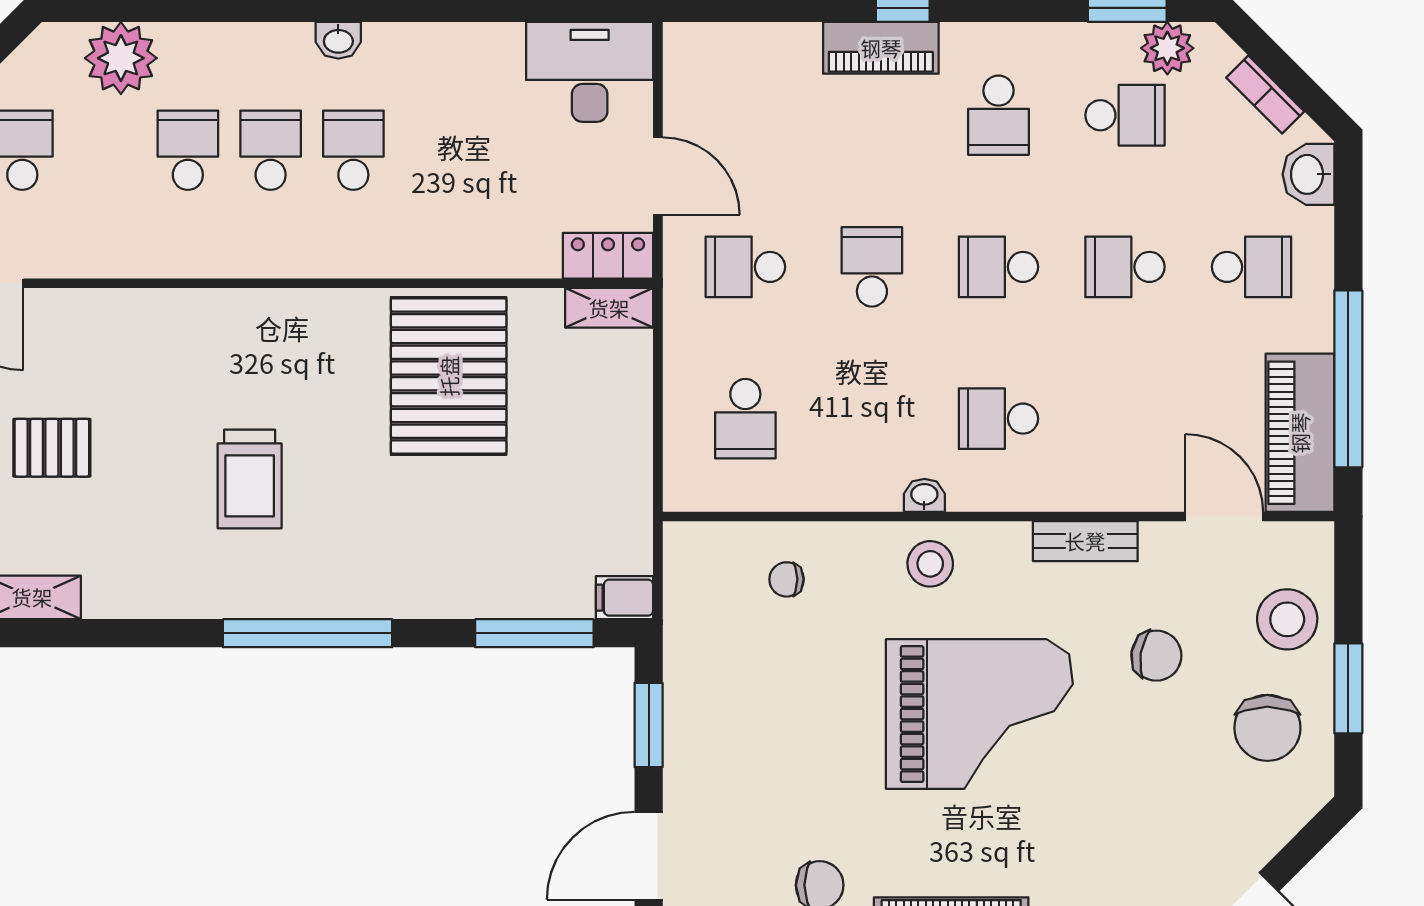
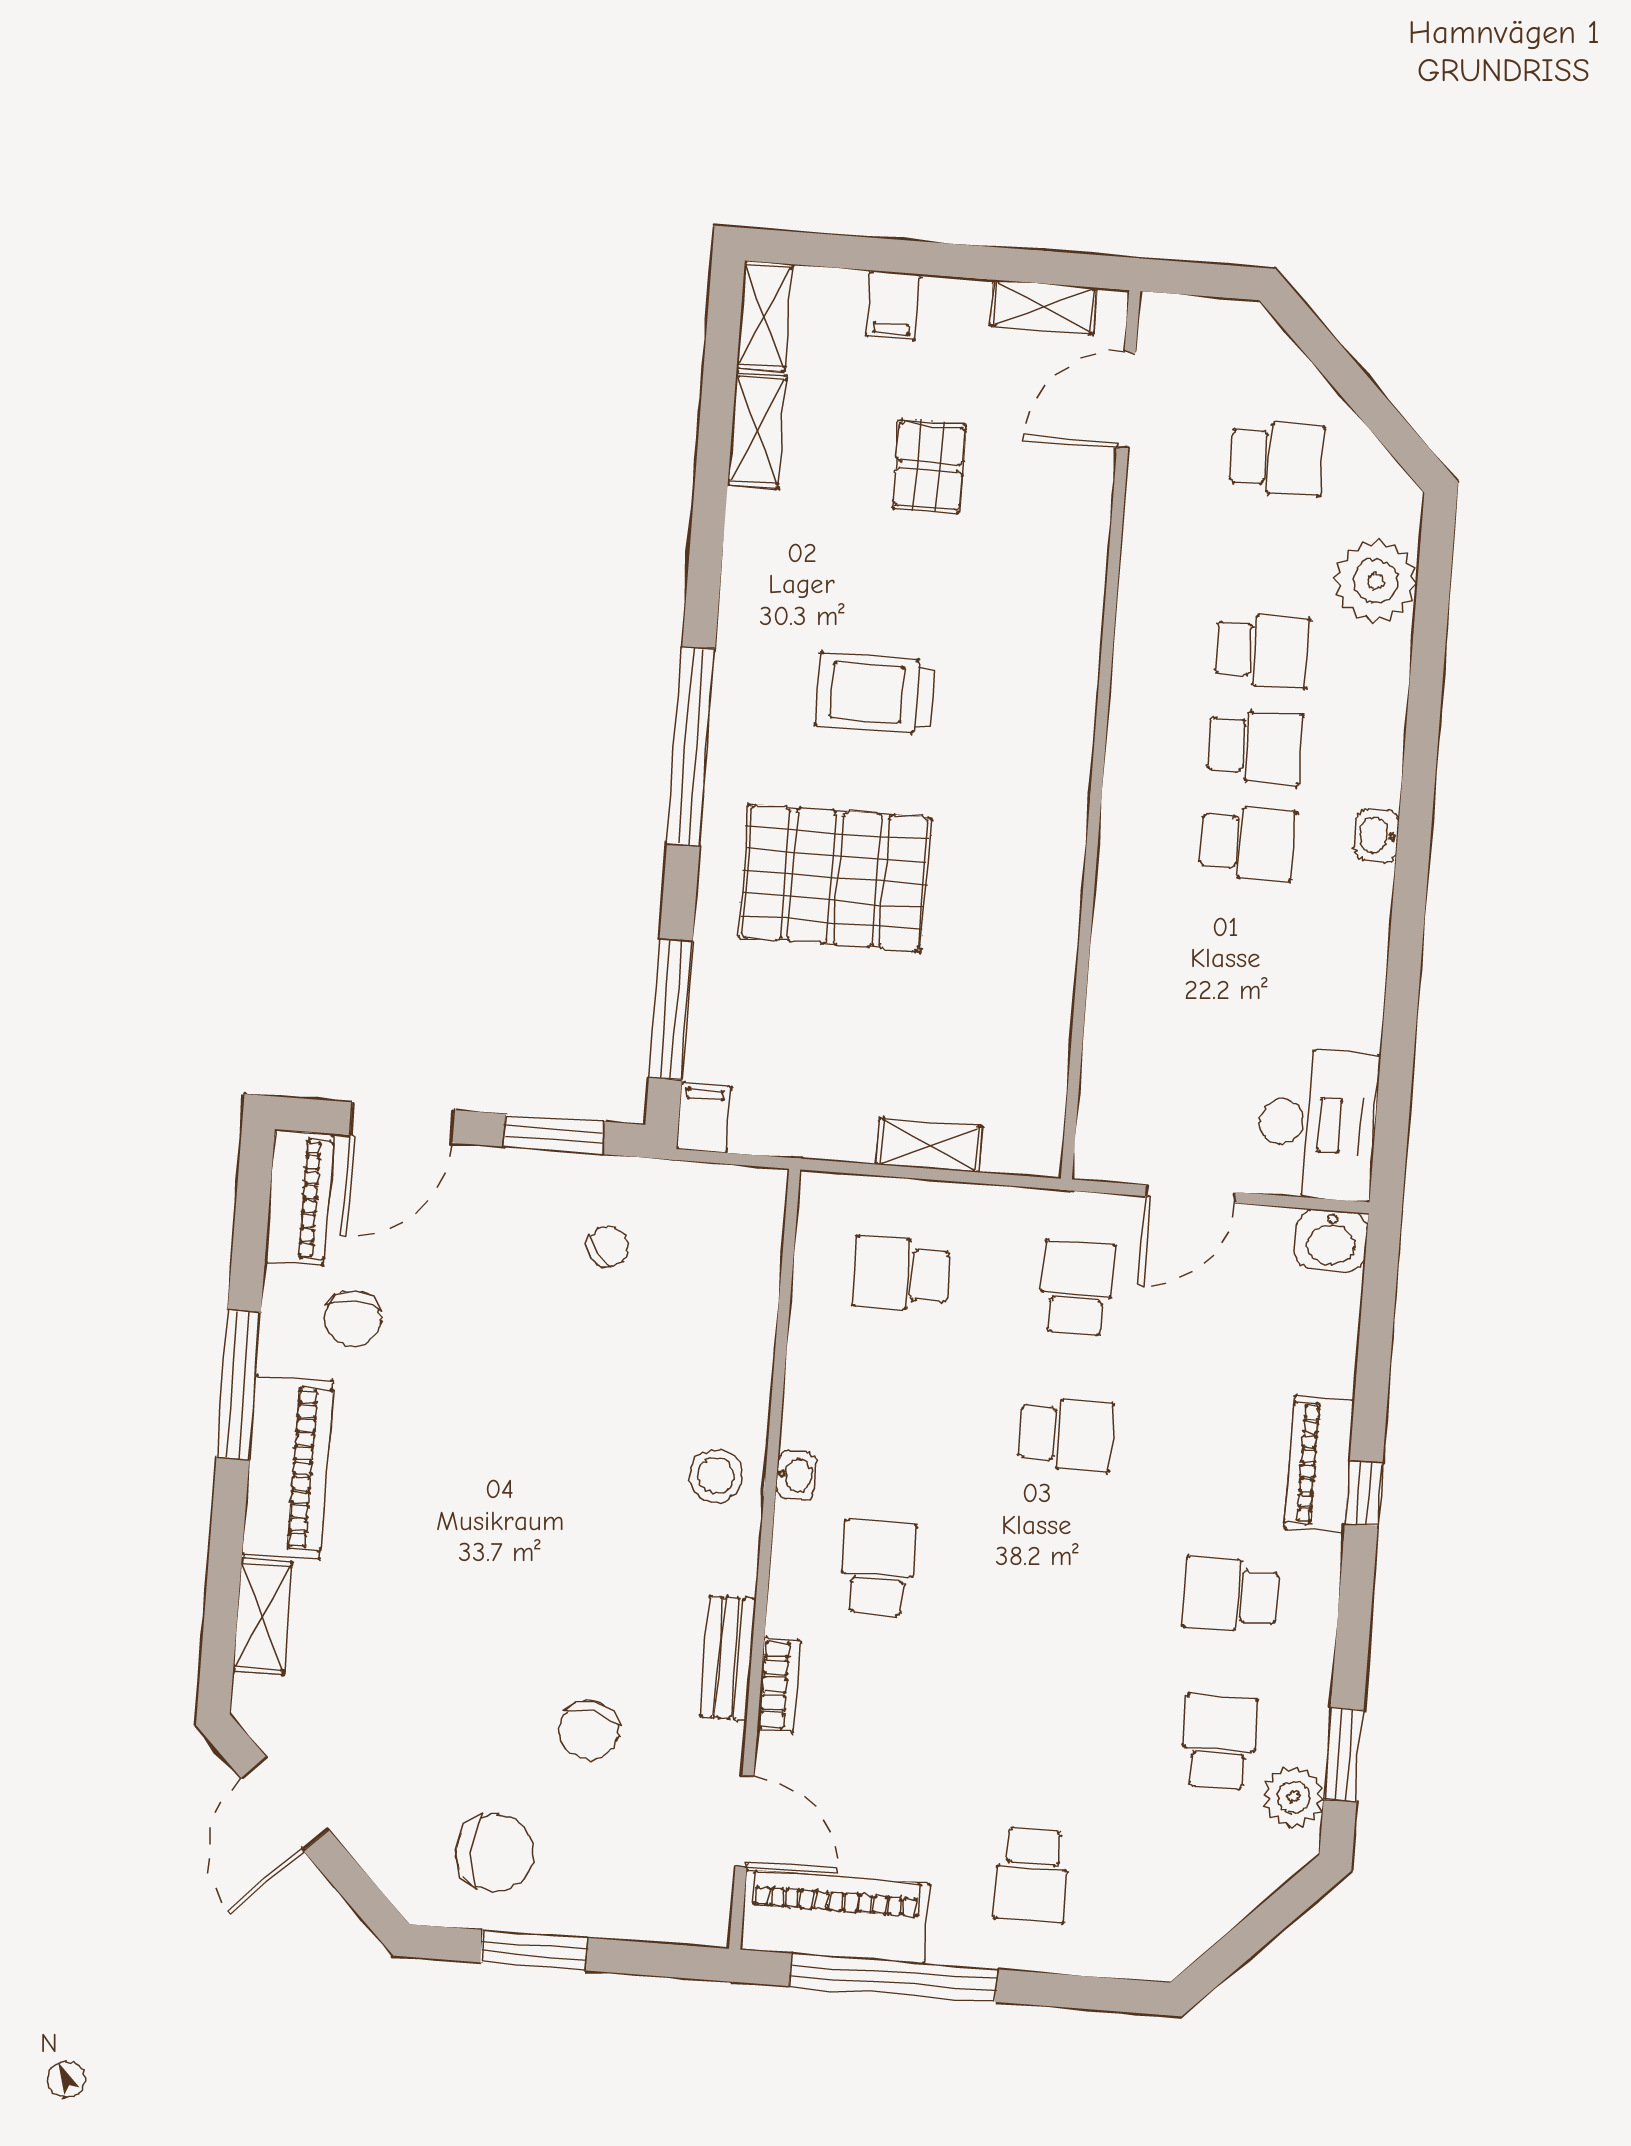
bookcase: (1265, 95) -> (779, 1685), moved, turned 135
school desk: (1125, 115) -> (1219, 1742), turned 180
washbasin: (1309, 174) -> (1331, 1241), moved, turned 180
locker: (608, 256) -> (1102, 1129), removed
school desk: (998, 267) -> (1054, 1581), removed
school desk: (1125, 267) -> (1043, 1728), removed
shelving: (609, 308) -> (929, 1145), moved, turned 90
pallet: (449, 376) -> (835, 878), moved
door: (1224, 517) -> (744, 1821), hinge flipped
chair: (786, 579) -> (608, 1246), moved, turned 51
stool: (1287, 619) -> (619, 1885), removed
grand piano: (979, 714) -> (537, 1519), removed
chair: (1267, 728) -> (495, 1853), turned 180
door: (649, 856) -> (402, 1123), swing flipped

